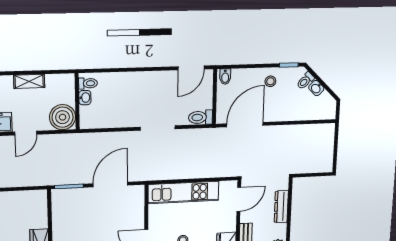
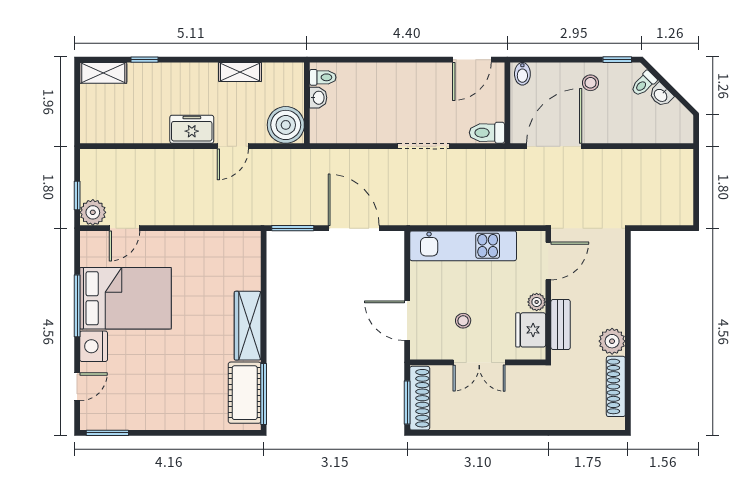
door: (110, 184) -> (354, 228), hinge flipped
dresser: (281, 207) -> (615, 276), removed
plant: (231, 226) -> (537, 302), added

